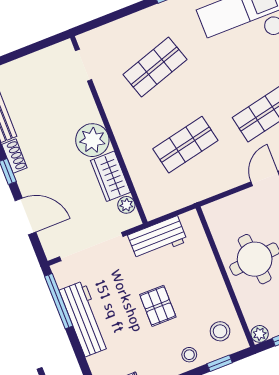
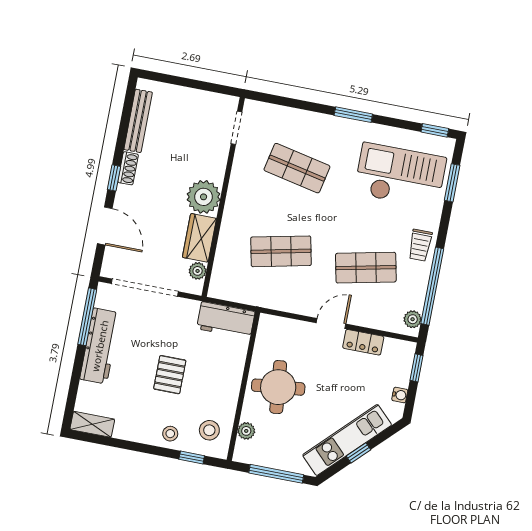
shop shelf: (155, 67) -> (297, 168), turned 30
workbench: (158, 238) -> (226, 320), moved
plant: (260, 334) -> (246, 431), moved

